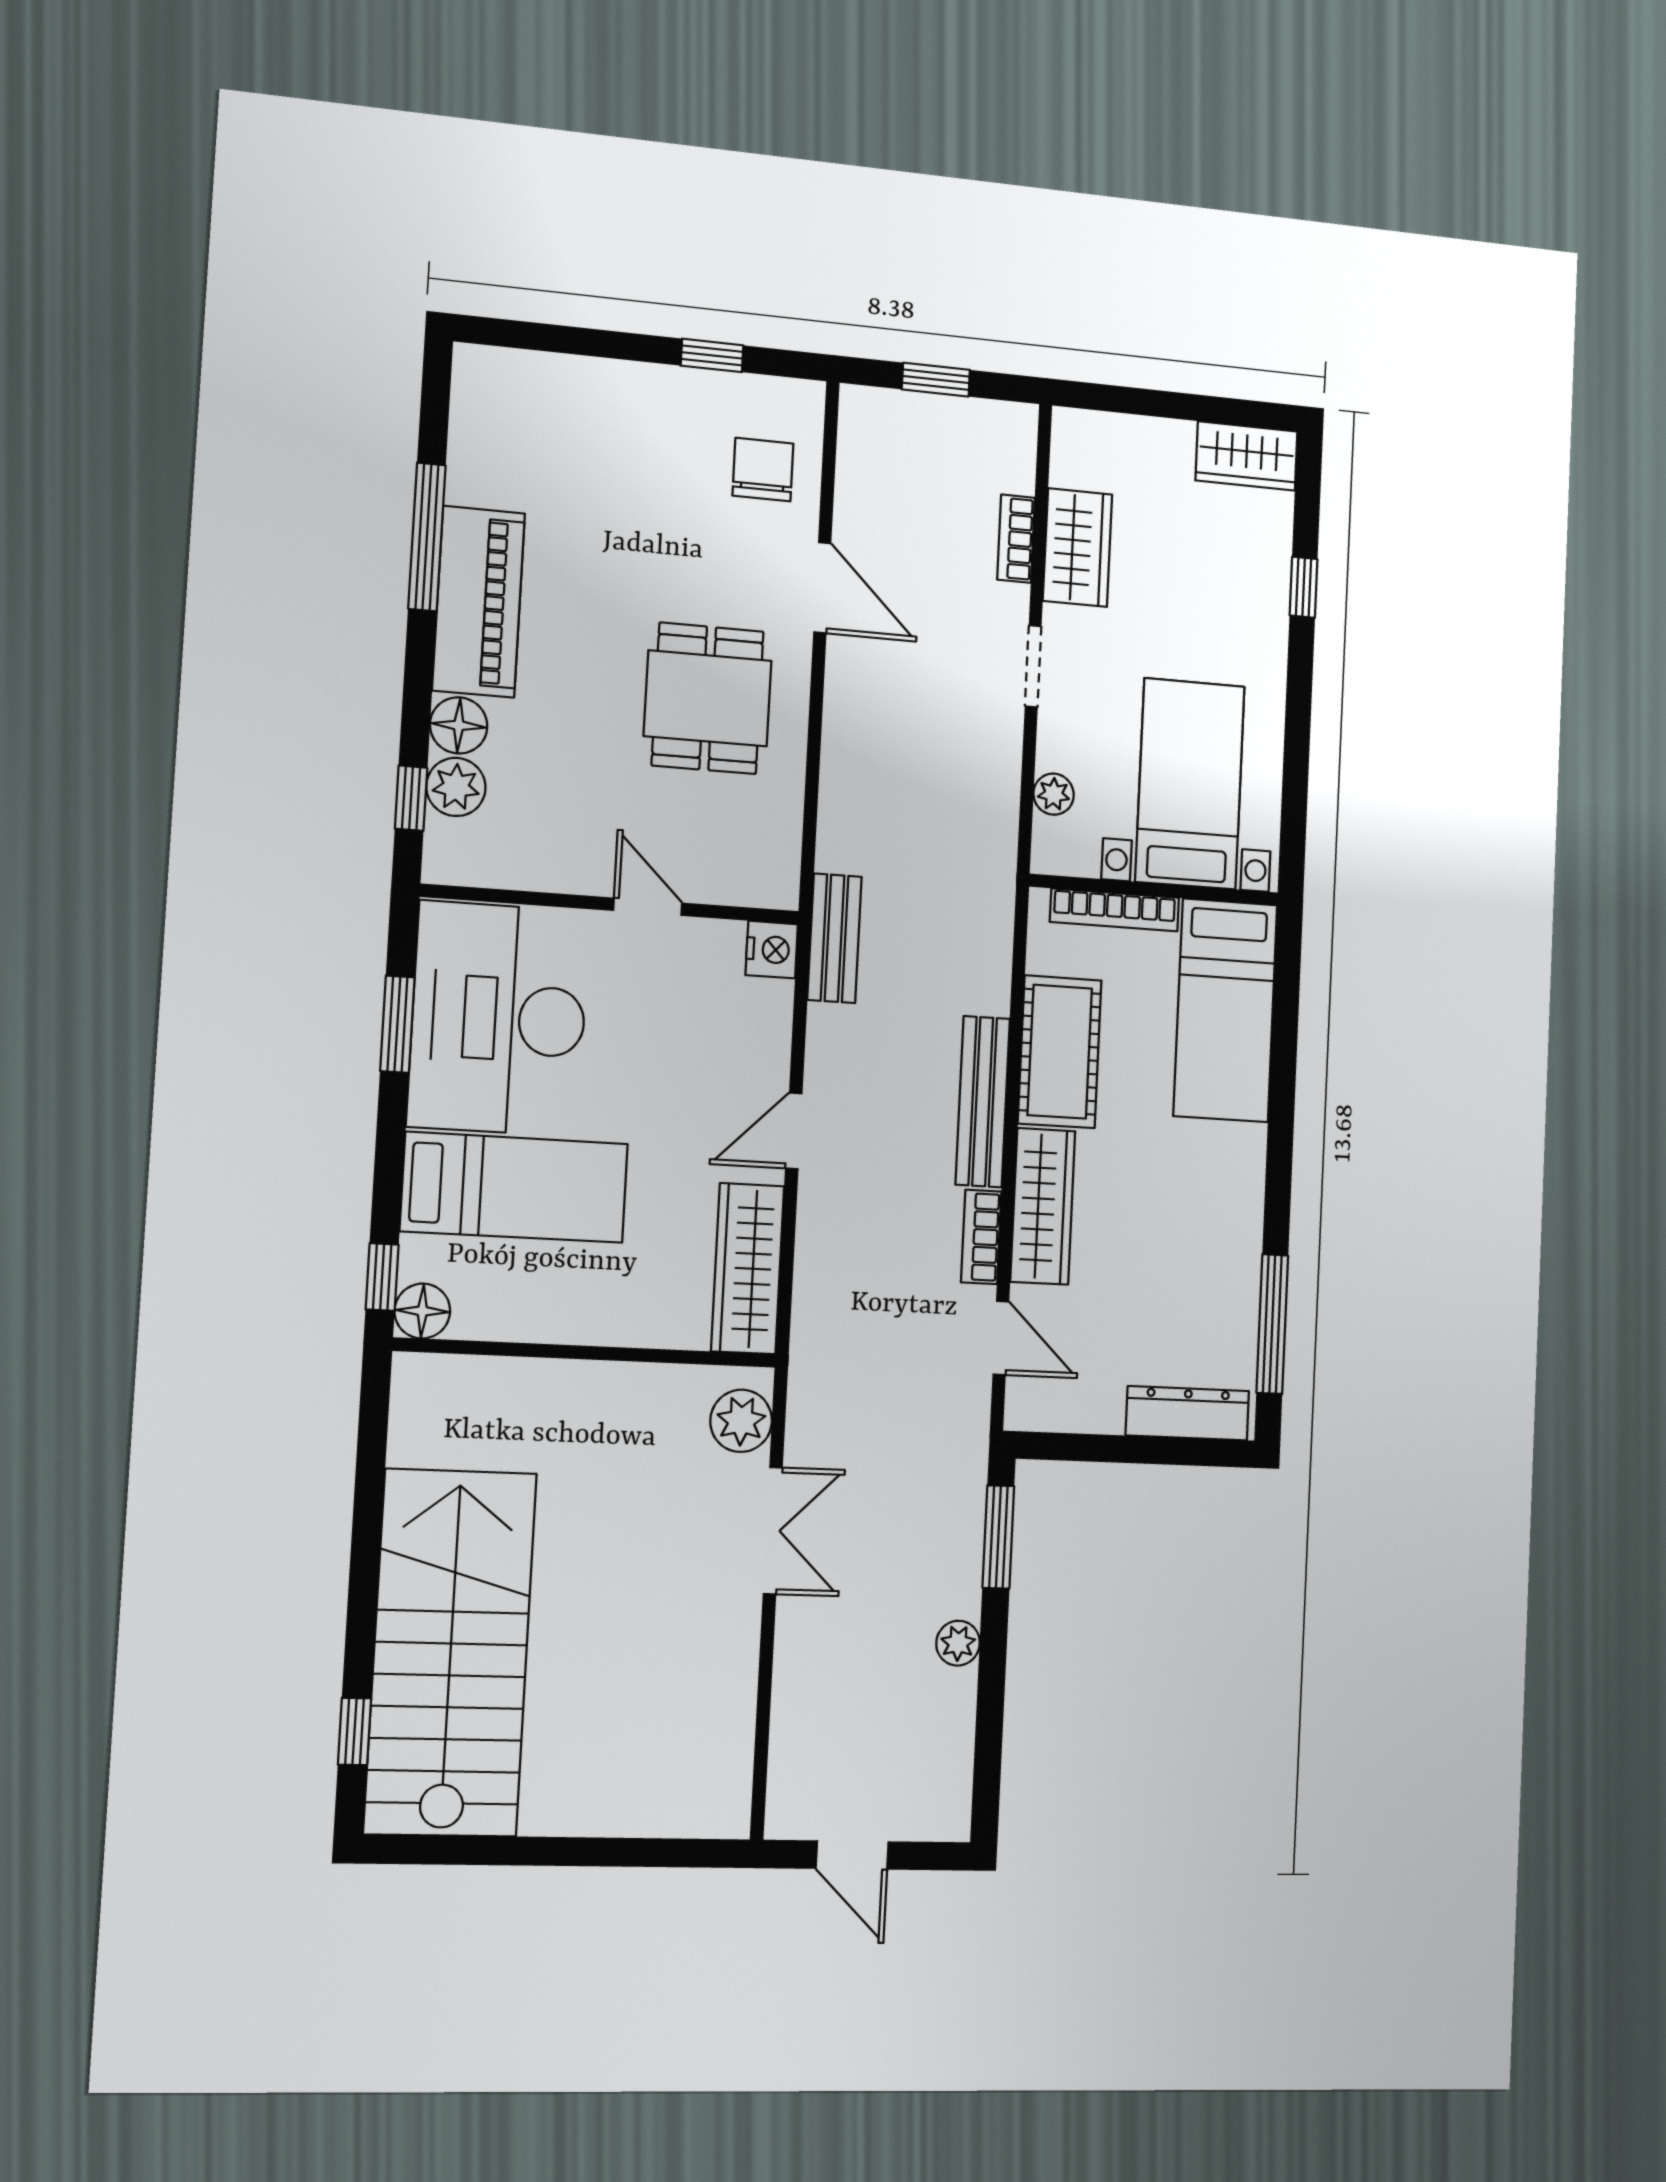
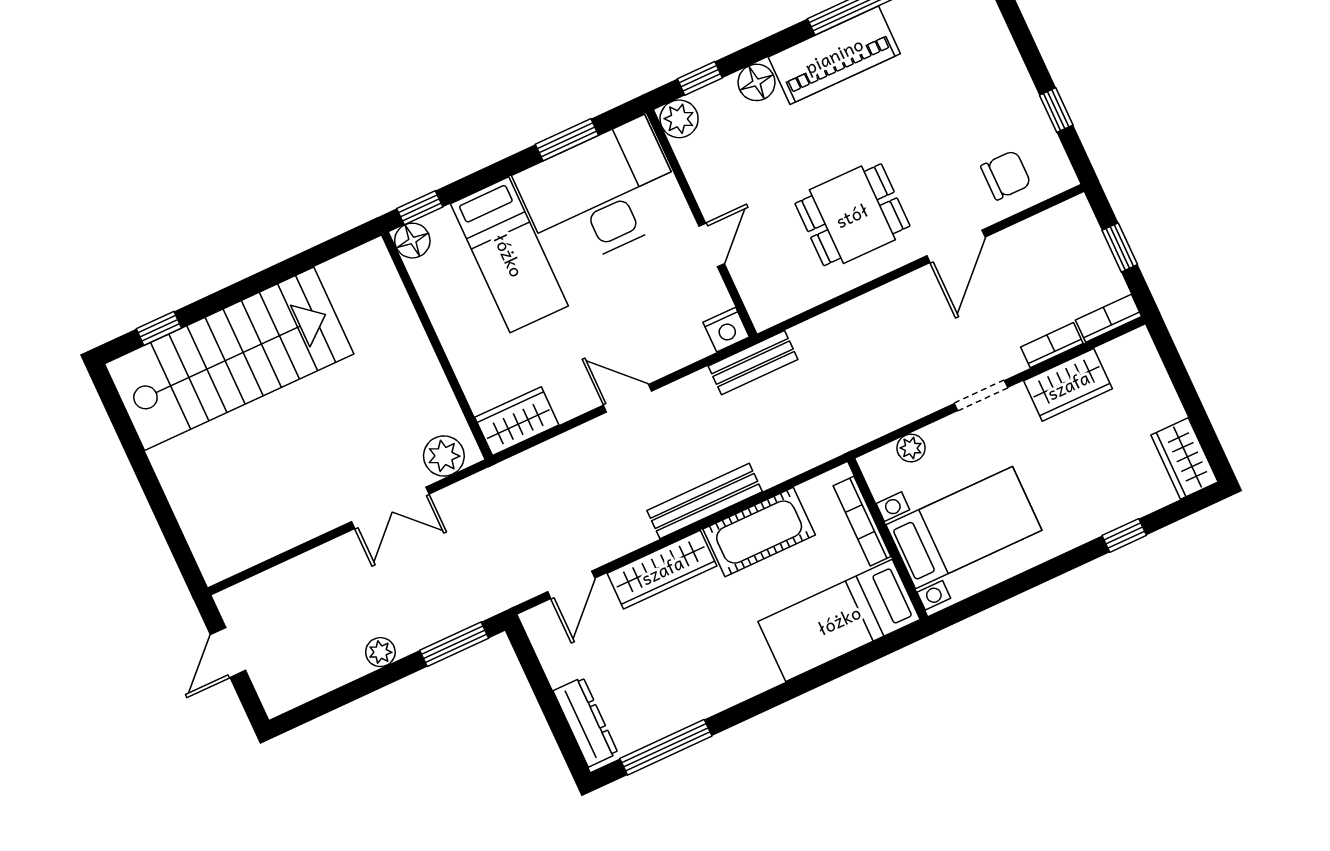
plant: (456, 787) -> (679, 119), moved
bookcase: (981, 1237) -> (1109, 318), moved
wardrobe: (748, 1269) -> (517, 421), width x0.67

